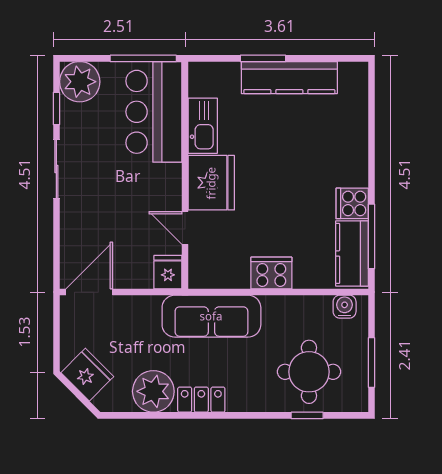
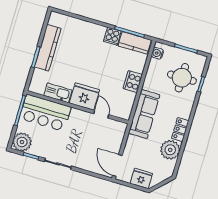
door: (185, 228) -> (101, 114), swing flipped
fridge: (168, 272) -> (119, 128), removed
fridge: (87, 375) -> (141, 179), moved, turned 45

